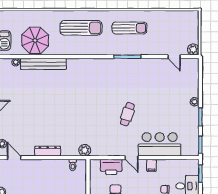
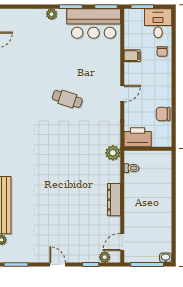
bar counter: (160, 144) -> (94, 24), moved, turned -90
filing cabinet: (151, 165) -> (132, 56), moved
printer: (111, 167) -> (138, 137), moved, turned -90

